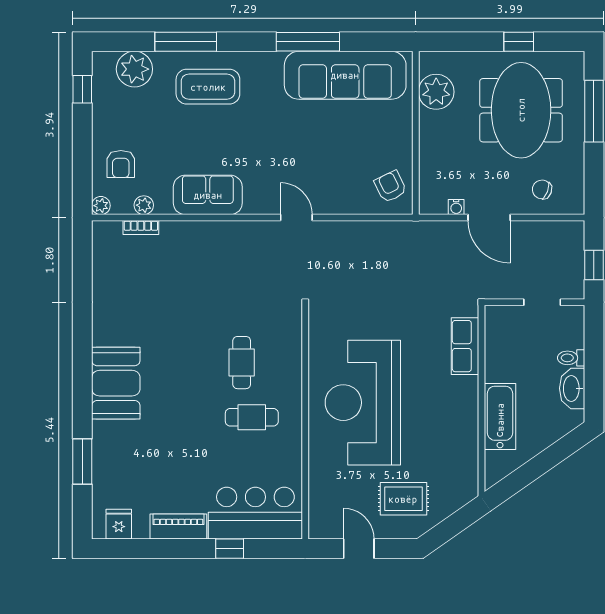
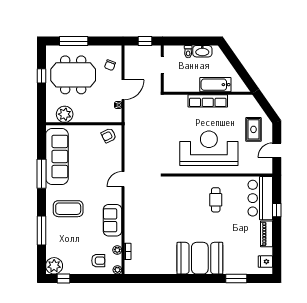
plant: (134, 69) -> (54, 266), moved
coffee table: (208, 87) -> (68, 209), moved, turned 90
row of seats: (465, 346) -> (208, 101), moved, width x1.48
cafe table: (242, 363) -> (190, 205), removed
booth: (116, 383) -> (200, 258), width x1.36, depth x1.42
reception desk: (363, 403) -> (209, 148), turned 180

